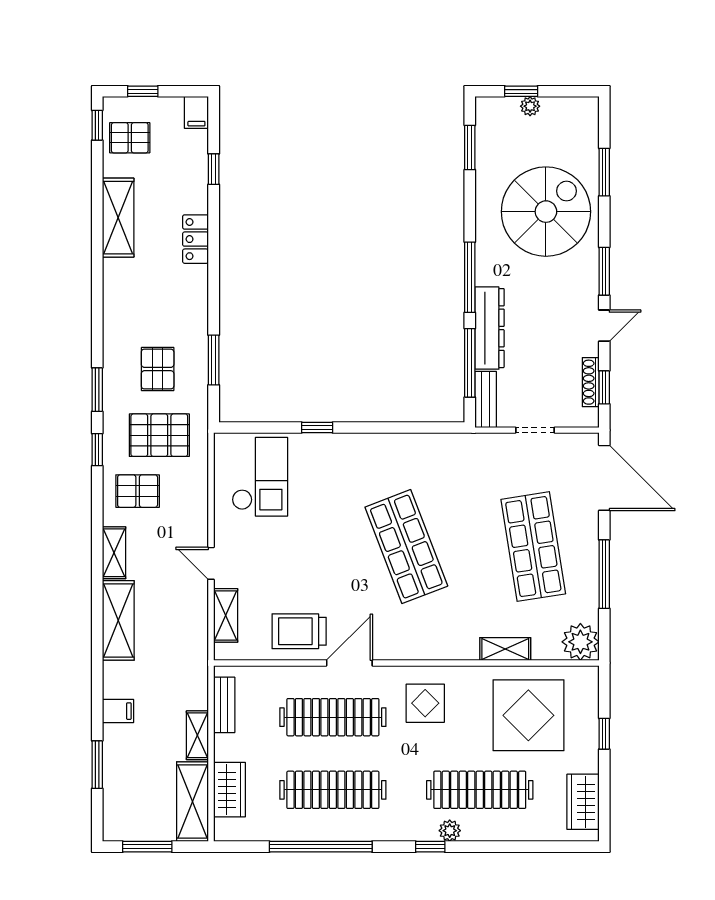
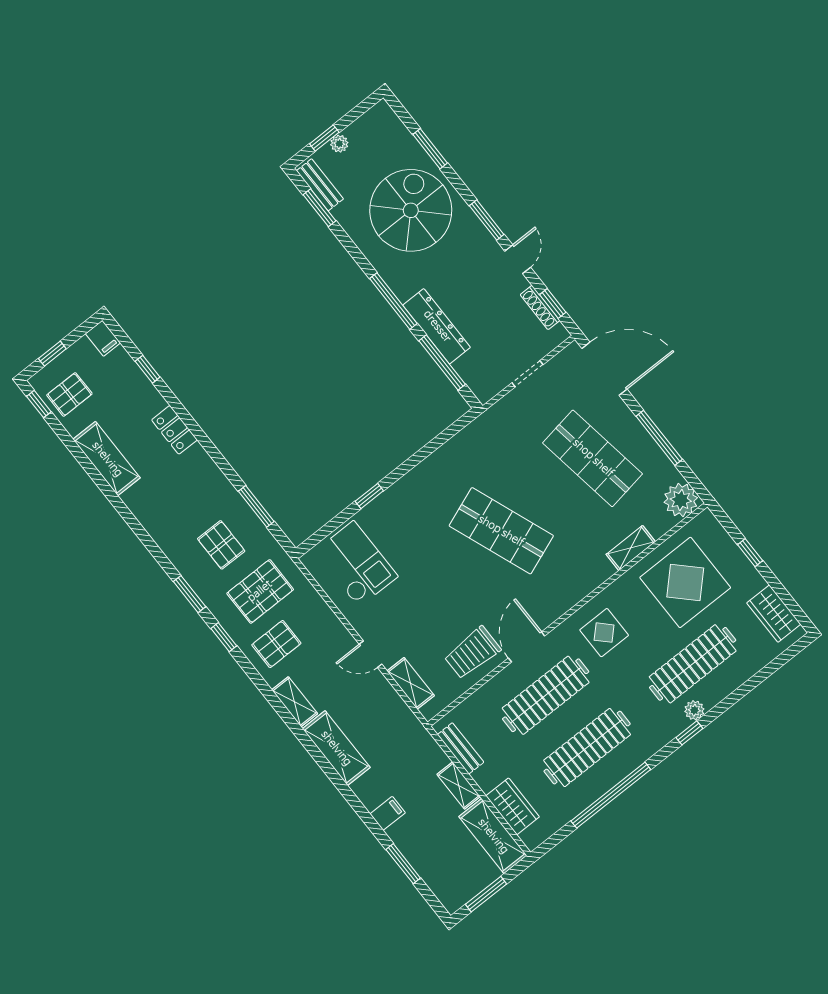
bench: (486, 399) -> (320, 185), moved

